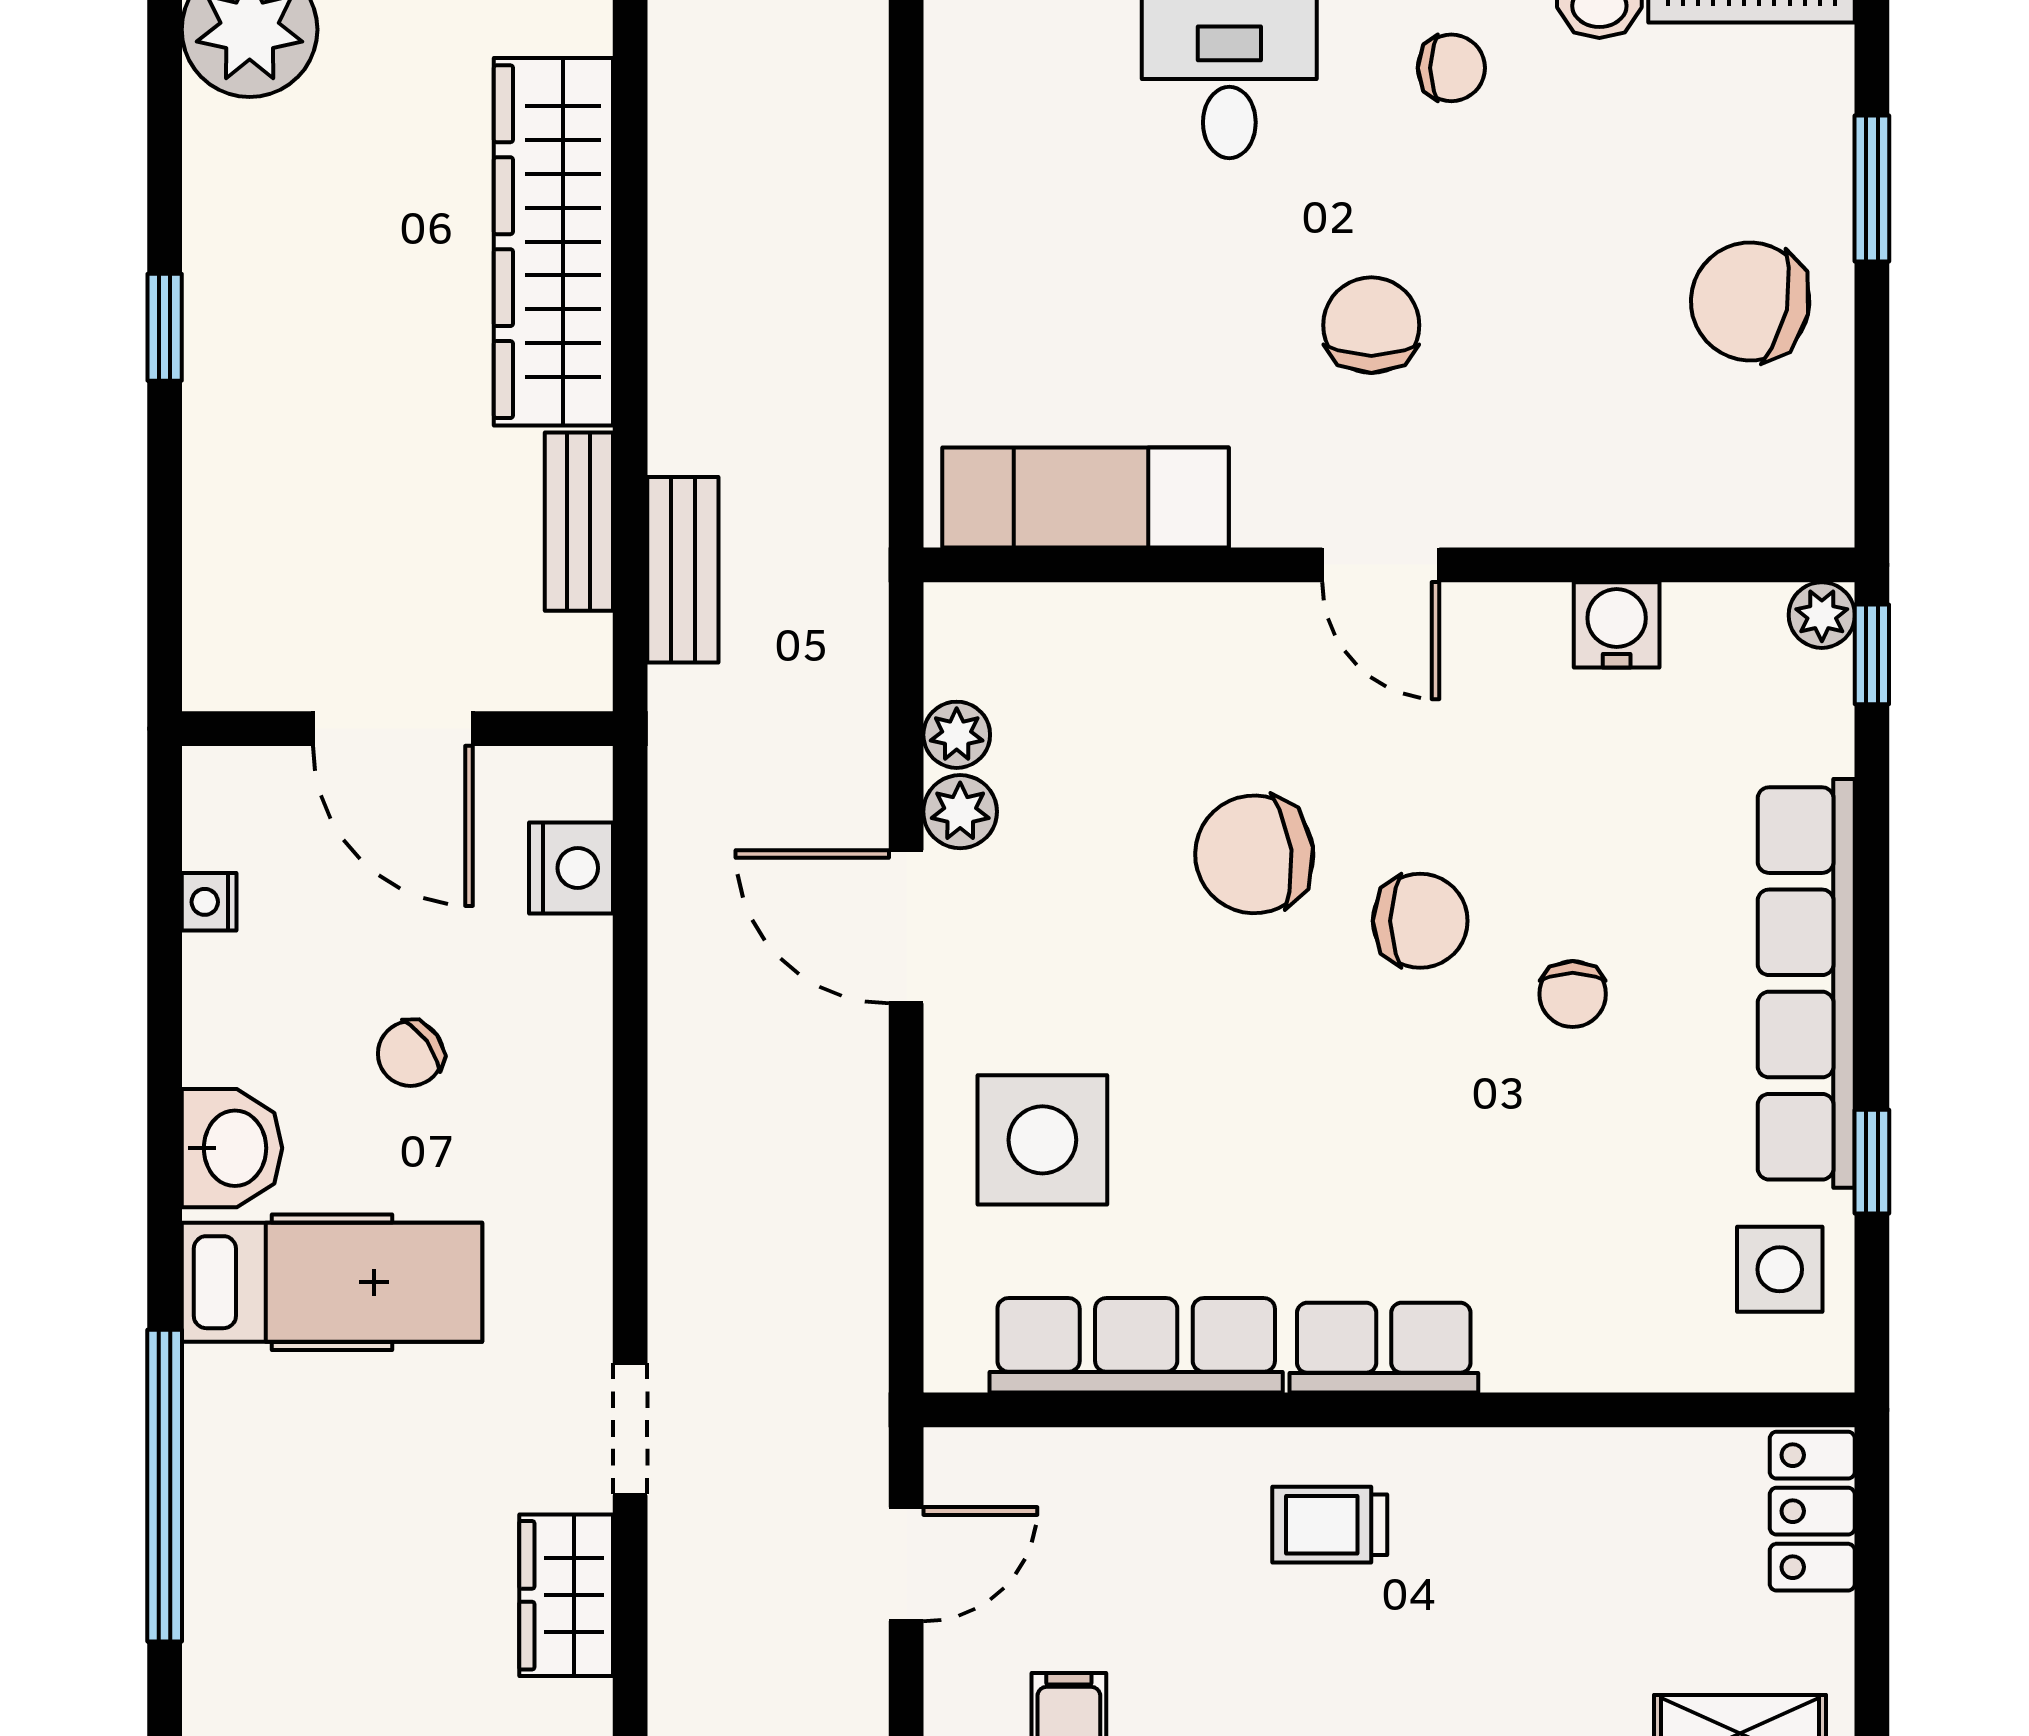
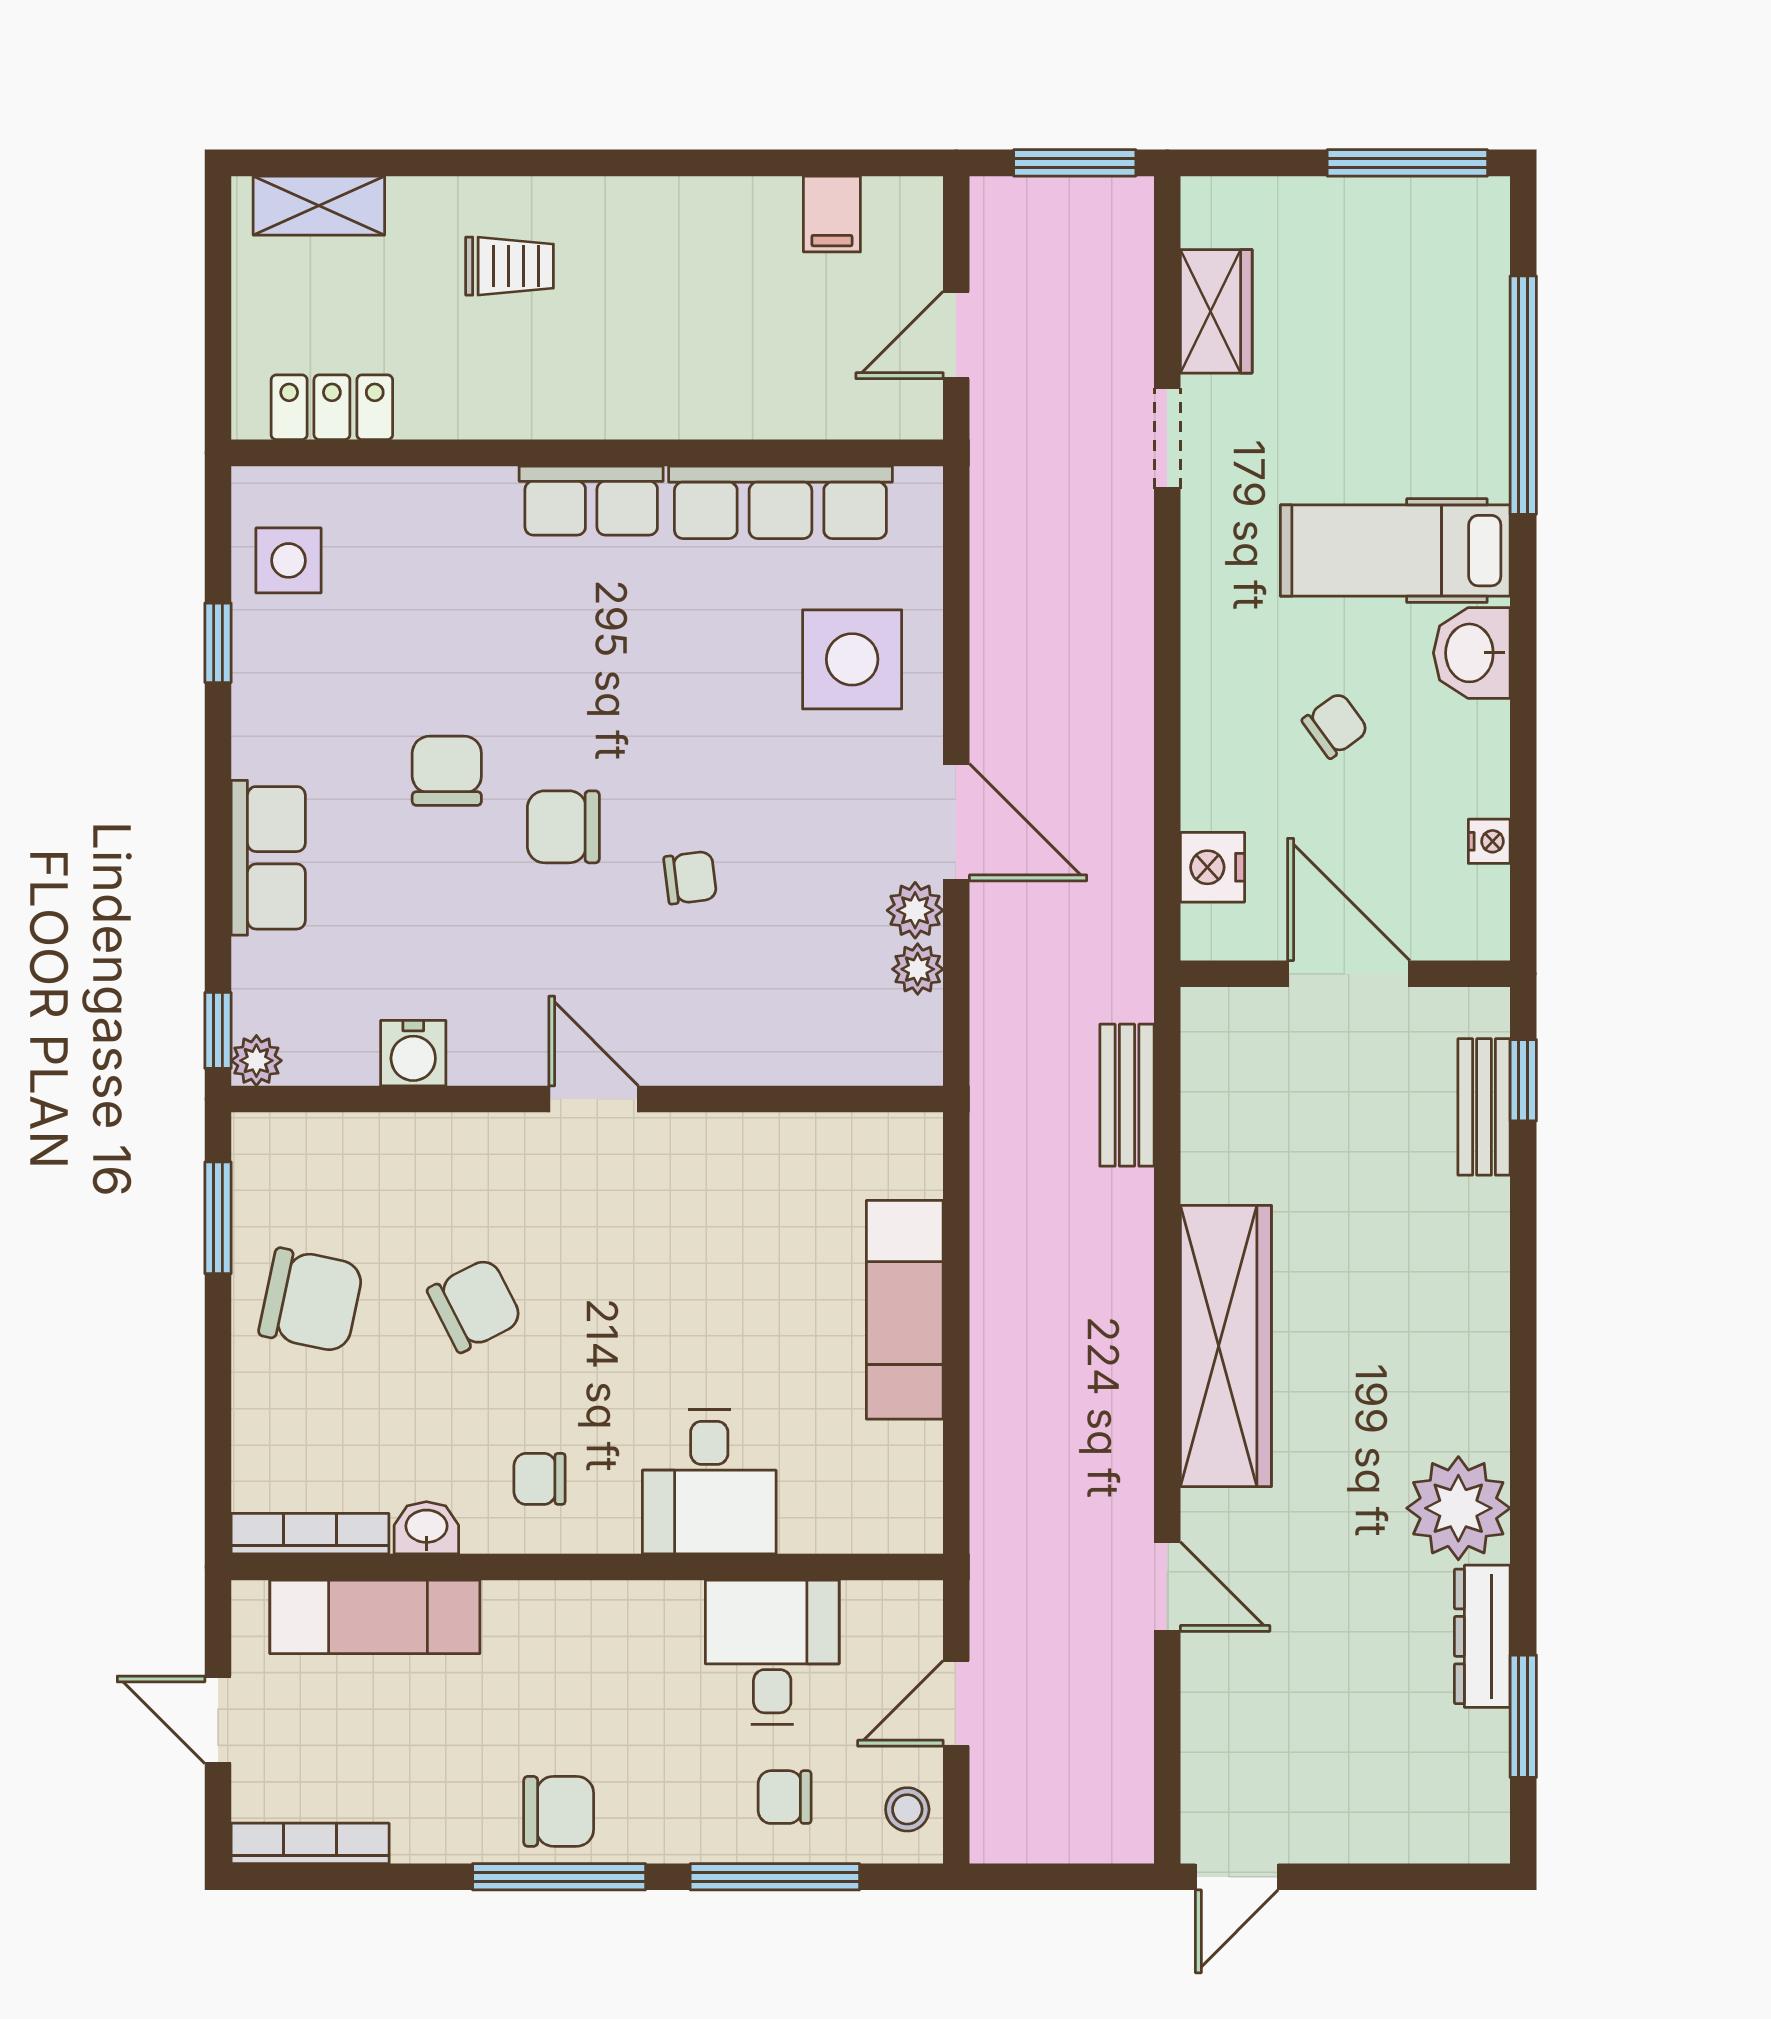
window: (1872, 188) -> (218, 1218), moved
chair: (1371, 325) -> (475, 1305), moved, turned -117
window: (165, 327) -> (1523, 1080), moved
exam couch: (1085, 497) -> (905, 1310), moved, turned 90
bench: (579, 522) -> (1484, 1107), moved
chair: (1254, 854) -> (690, 878), width x0.54, depth x0.54
row of seats: (1806, 983) -> (268, 858), width x0.50
chair: (1573, 994) -> (447, 771), width x1.37, depth x1.37
locker: (1812, 1511) -> (332, 407), moved, turned -90
trolley: (1330, 1525) -> (510, 266), moved

